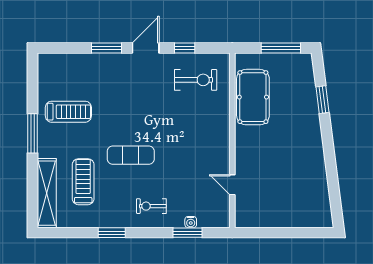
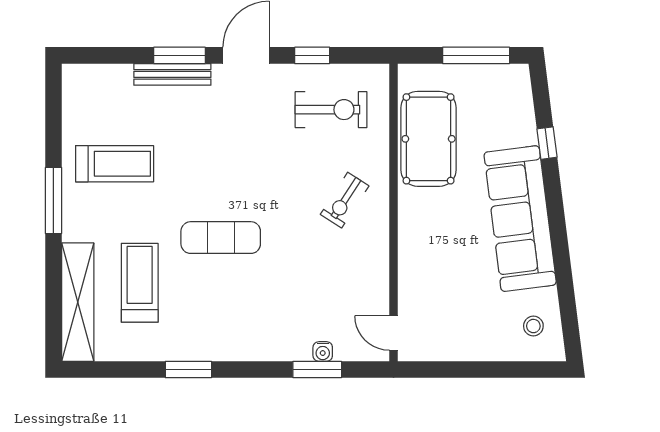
bench: (102, 59) -> (172, 74), added
window: (322, 100) -> (547, 143), width x0.67
sofa: (307, 144) -> (520, 219), added
door: (232, 185) -> (393, 333), moved
exercise bike: (151, 206) -> (345, 200), moved, turned -57
stool: (315, 207) -> (533, 326), added

